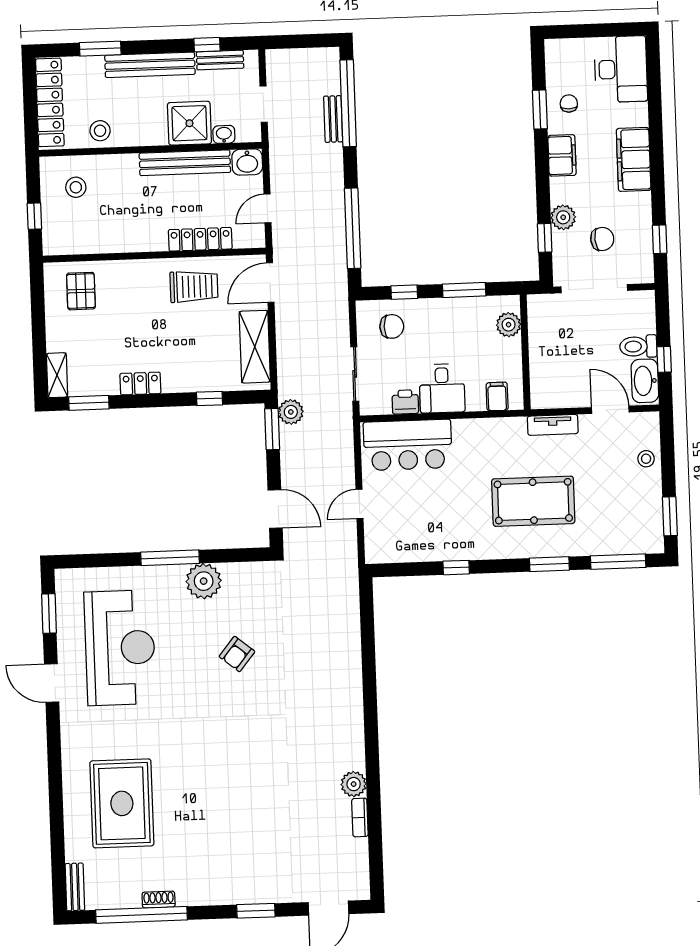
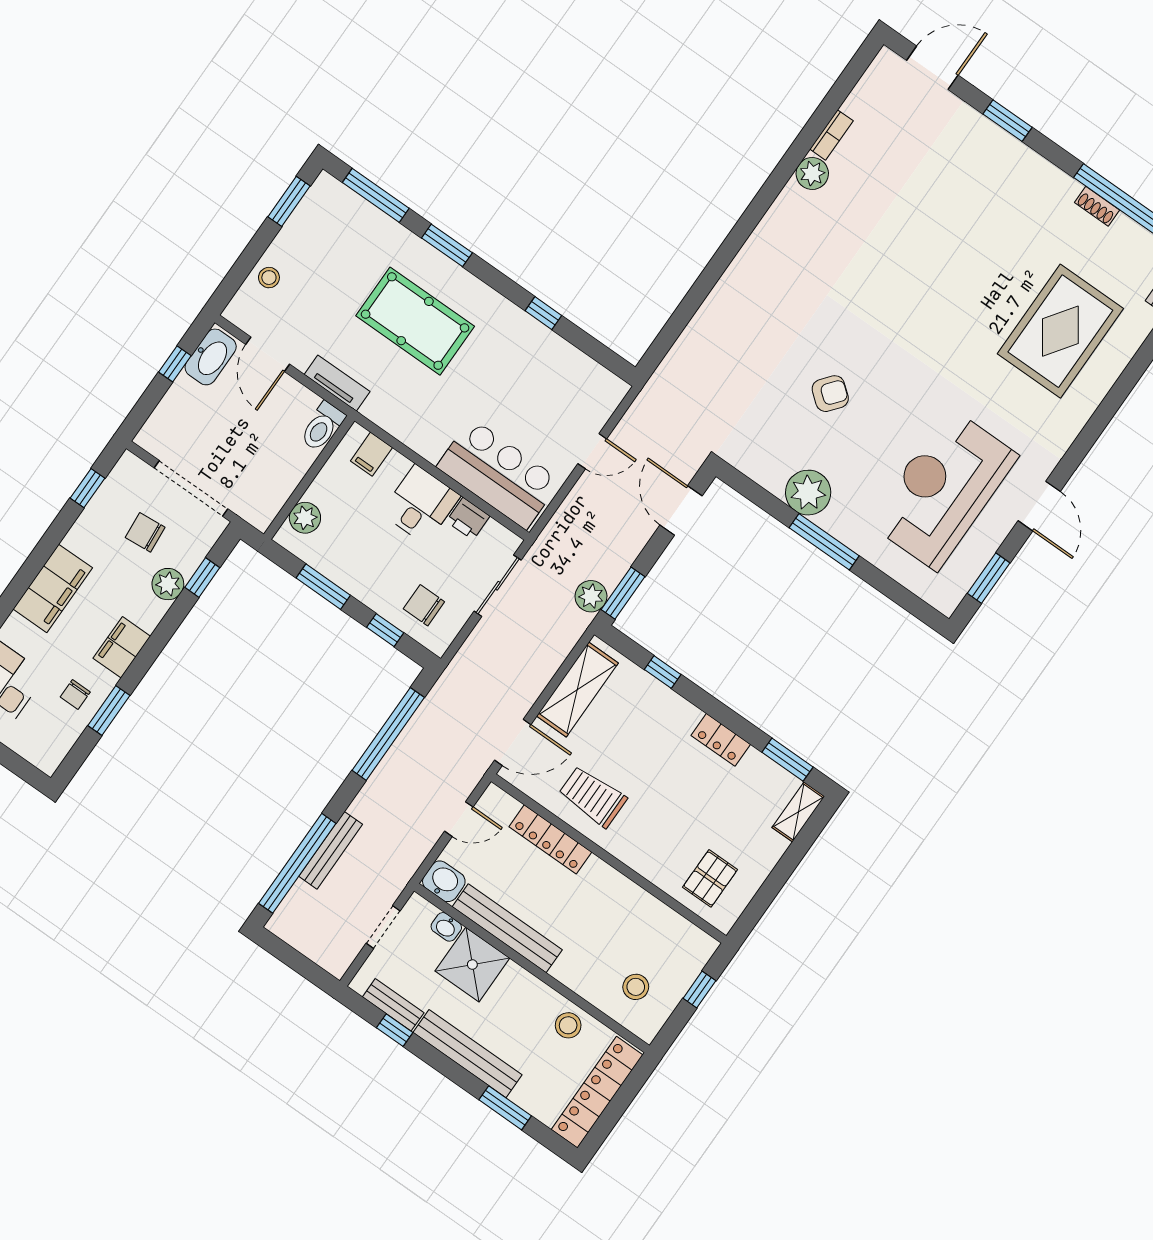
bench: (333, 119) -> (331, 850), width x1.36
toilet: (638, 346) -> (322, 427), moved, turned 90

